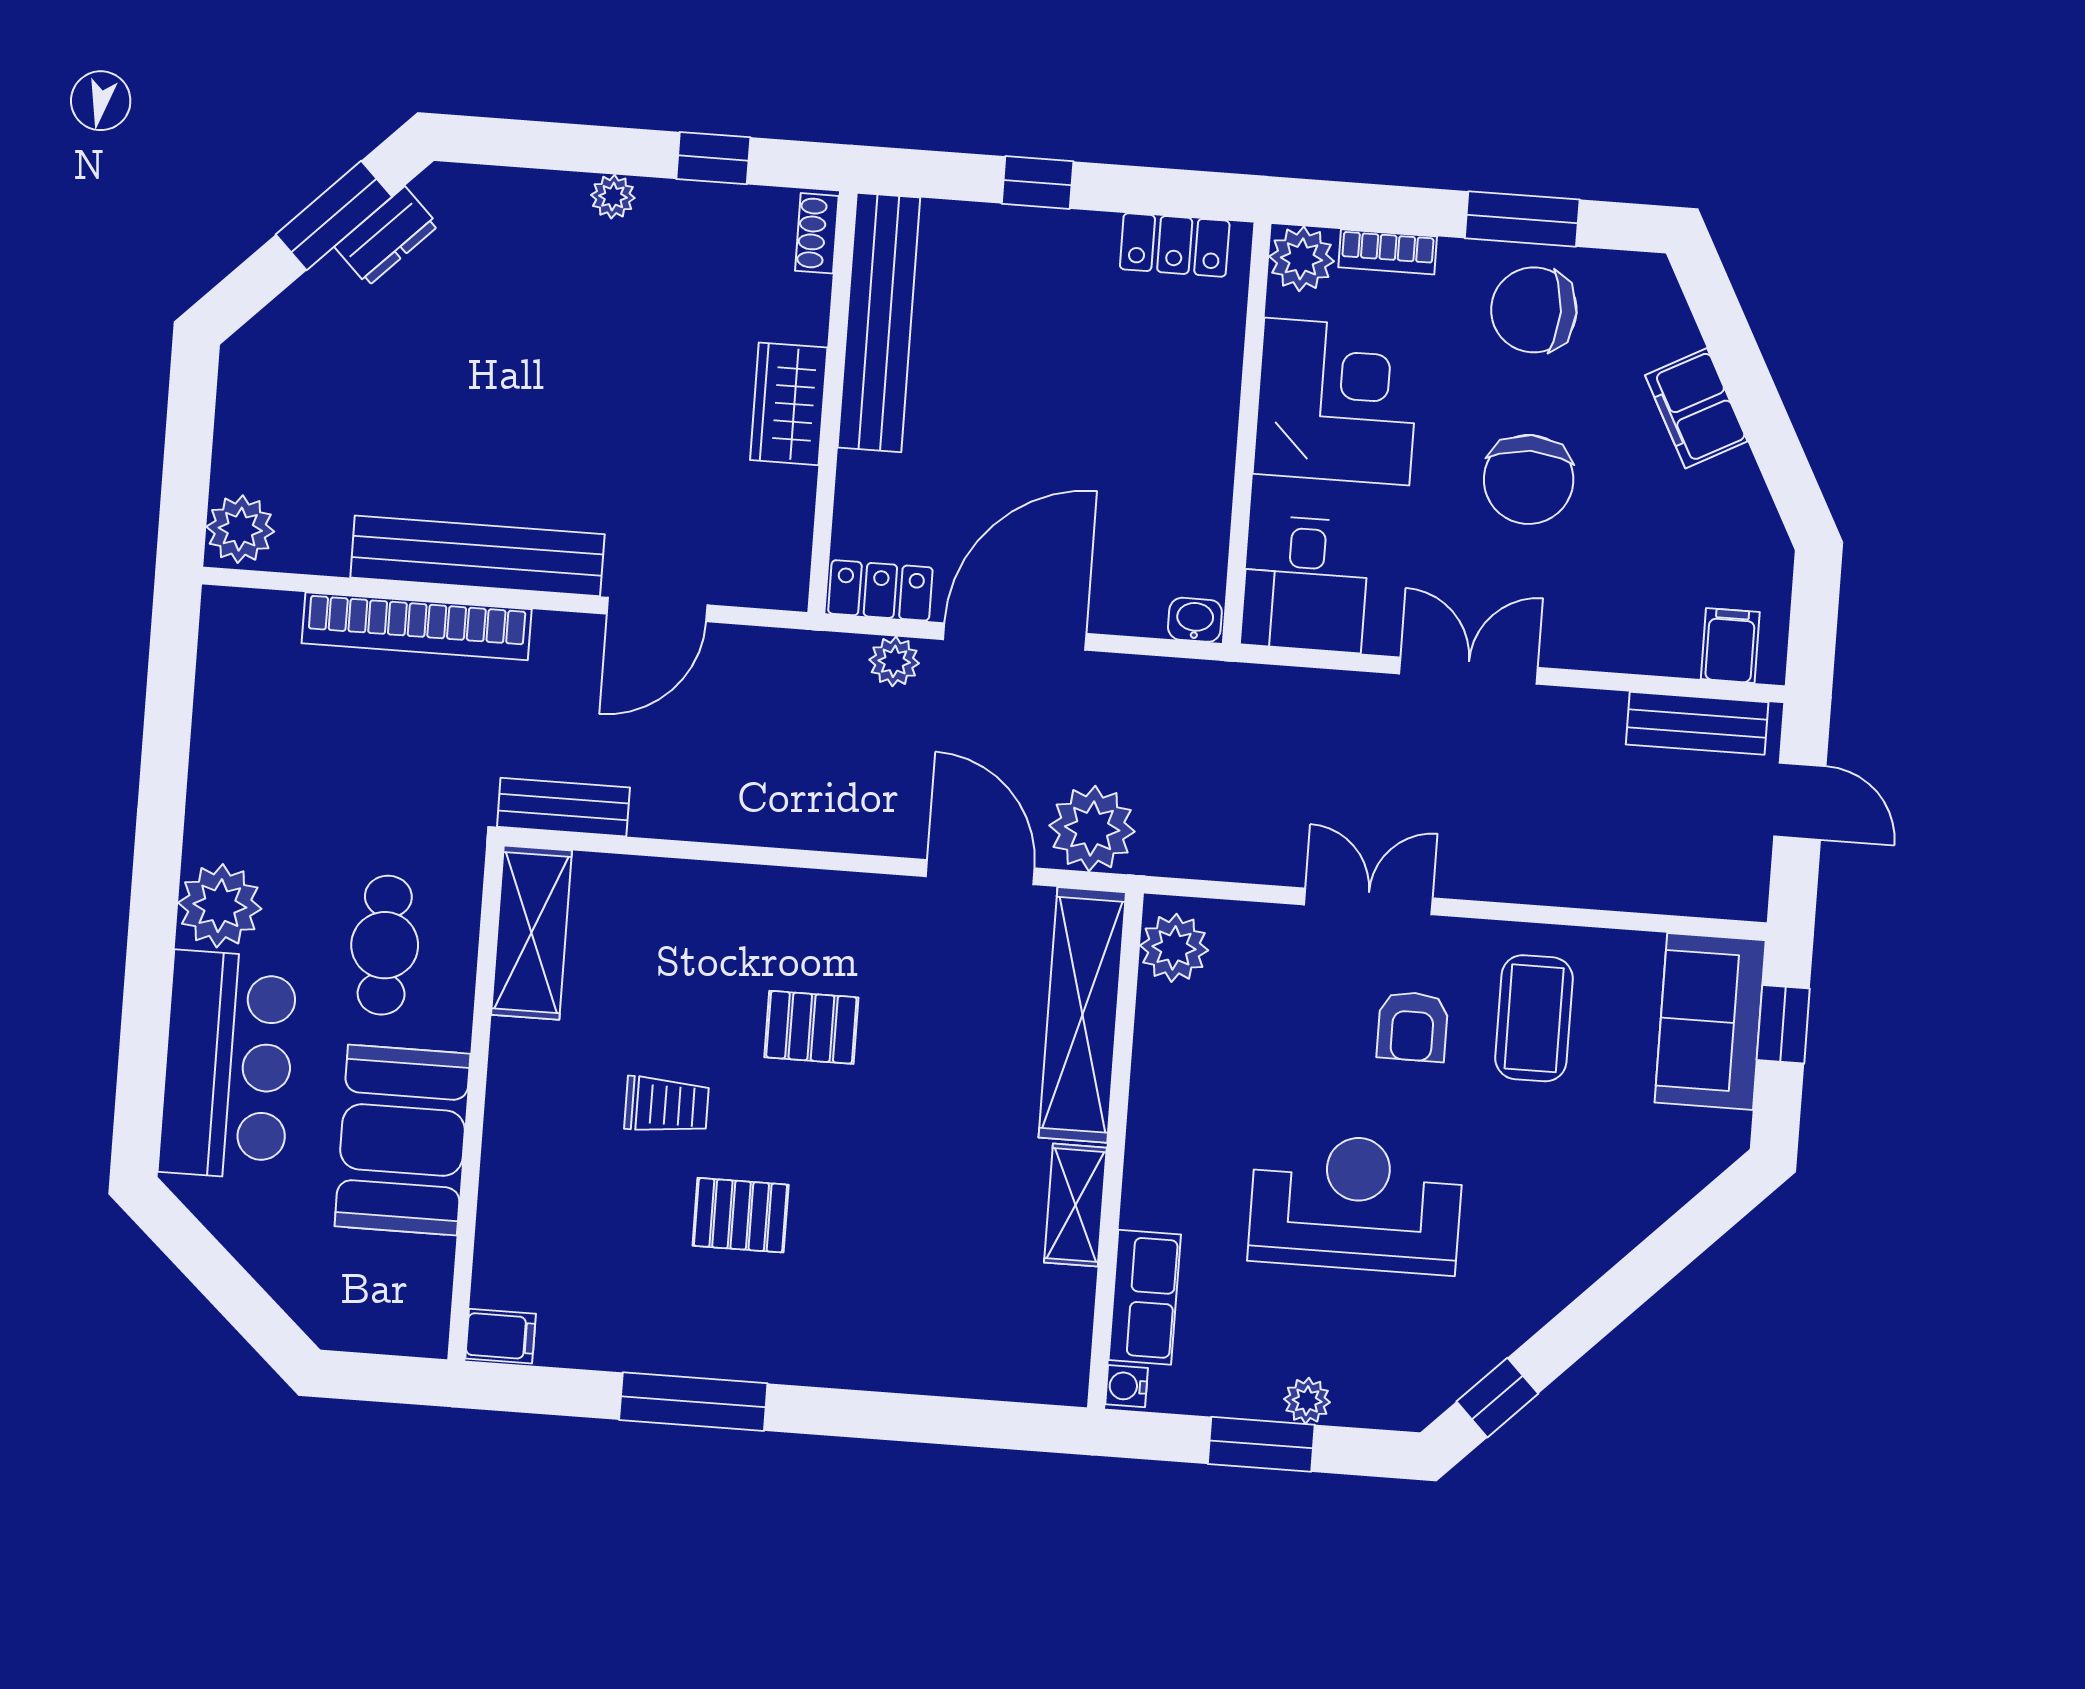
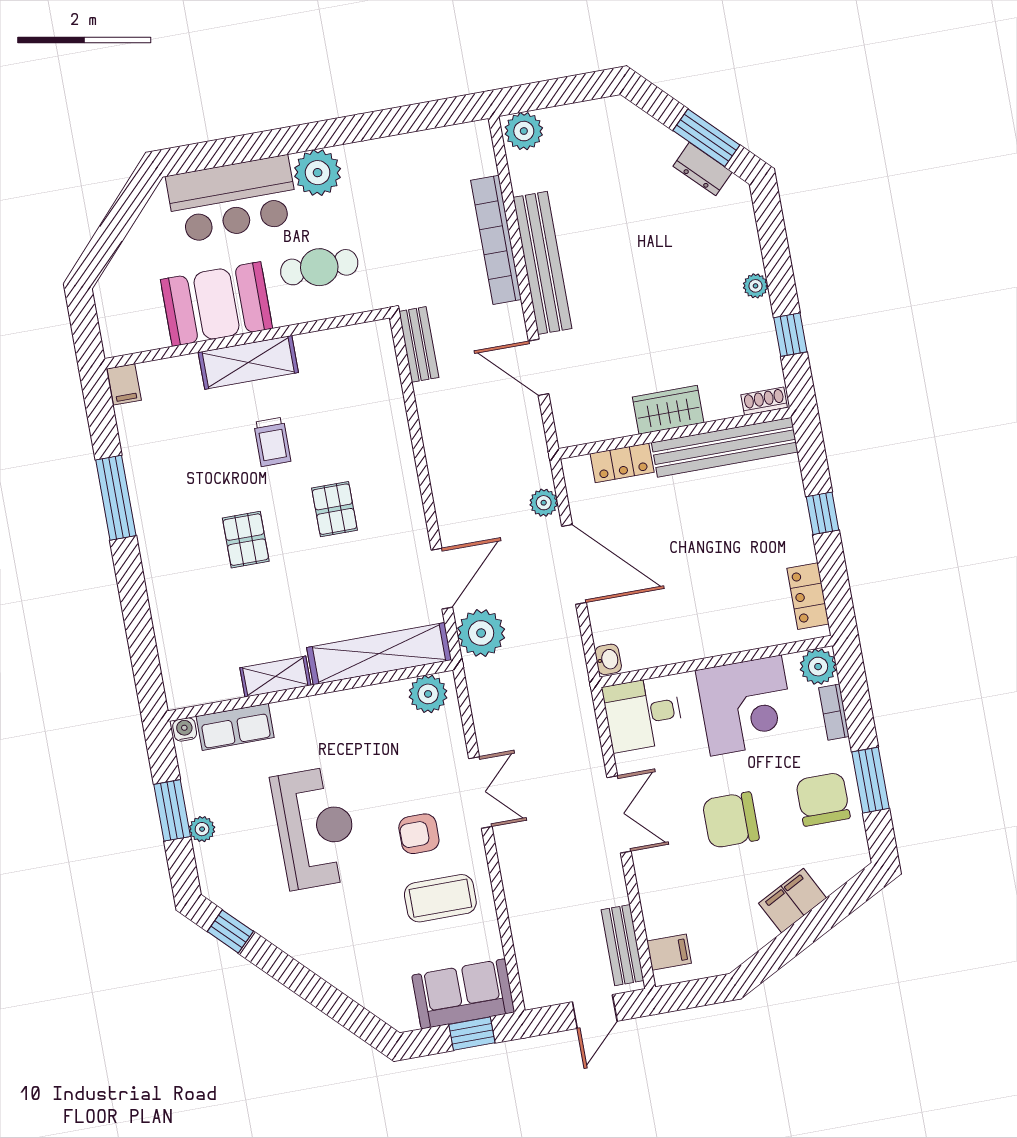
locker: (880, 590) -> (622, 463), moved, turned 90
shelving: (531, 933) -> (248, 362), moved
pallet: (741, 1215) -> (246, 540), moved

